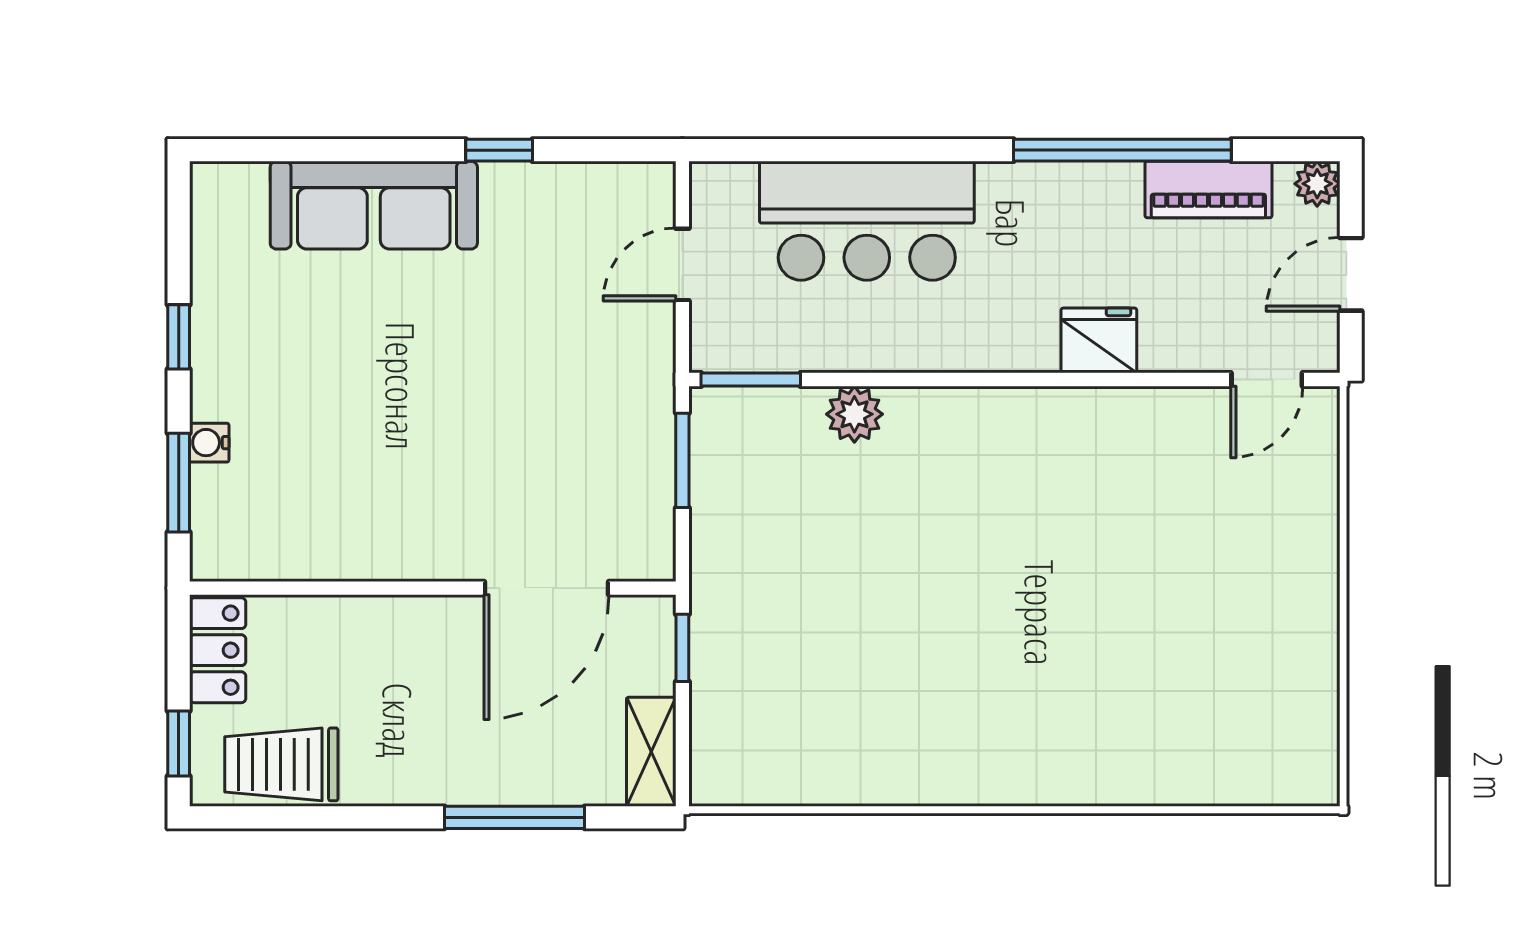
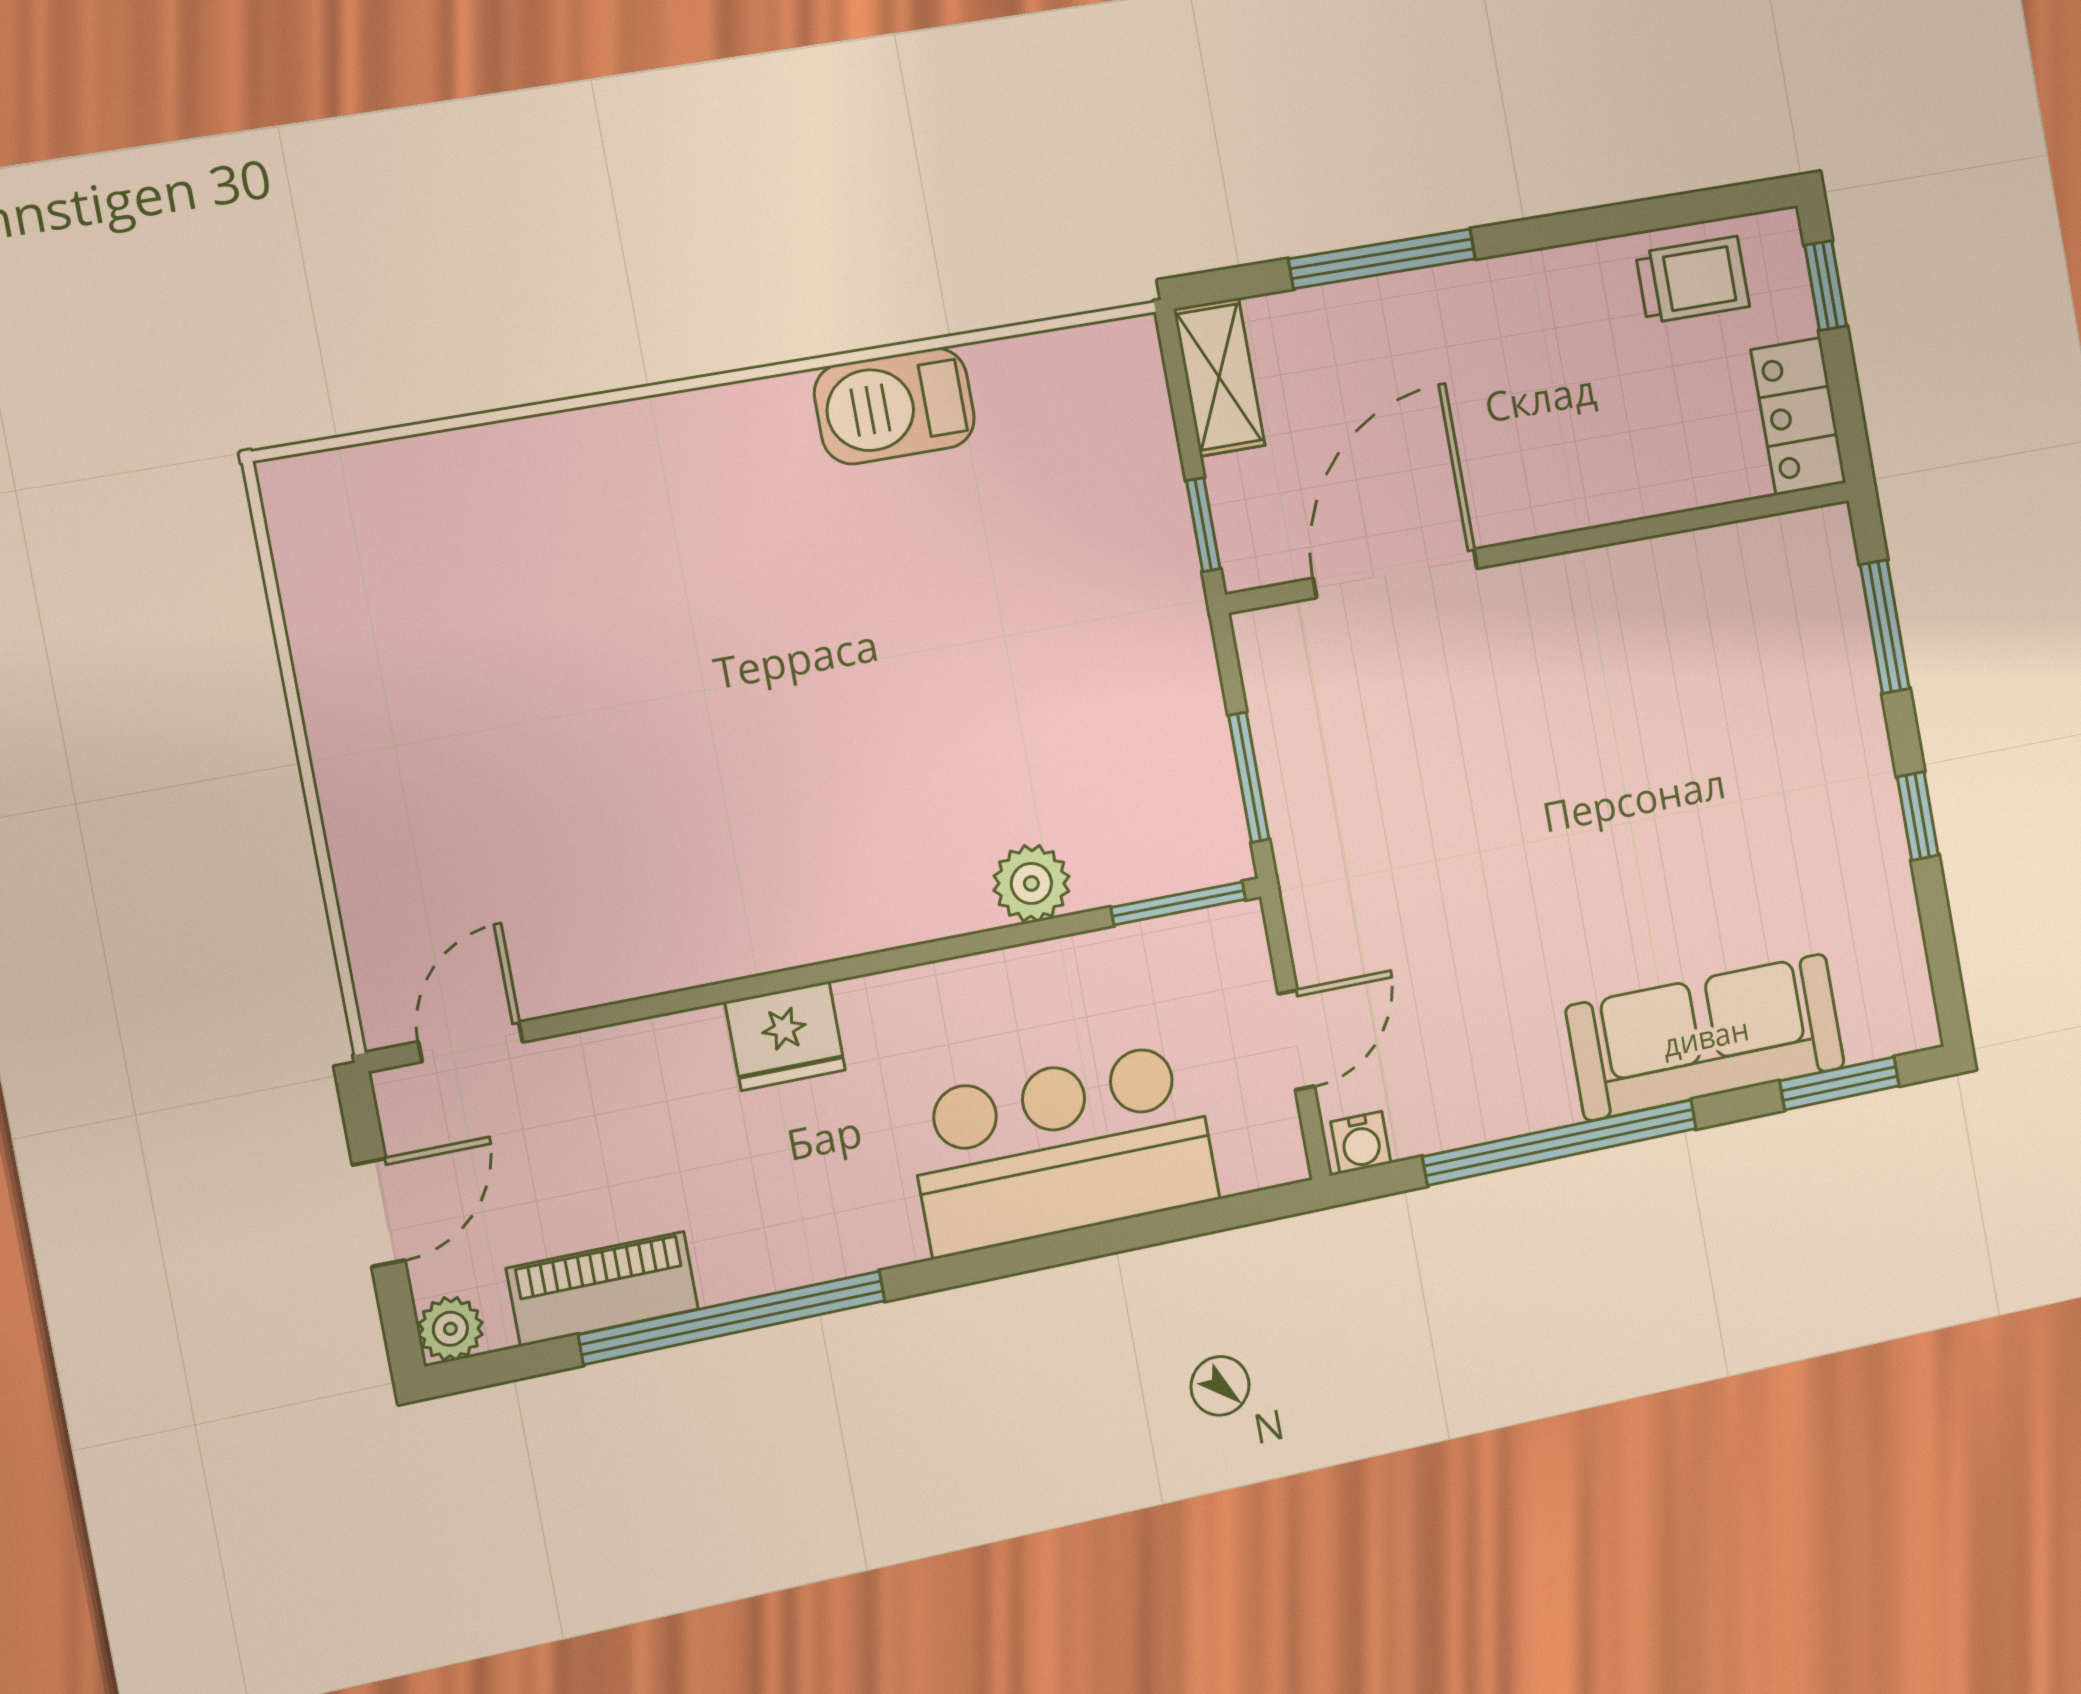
window: (277, 150) -> (1839, 1083), added
window: (499, 150) -> (1560, 1143), width x3.17
fridge: (1099, 340) -> (785, 1036), moved
water cooler: (209, 443) -> (1361, 1142), moved, turned 90
trolley: (281, 764) -> (1693, 280), width x0.73, depth x0.72
barbecue: (890, 770) -> (895, 406), added

